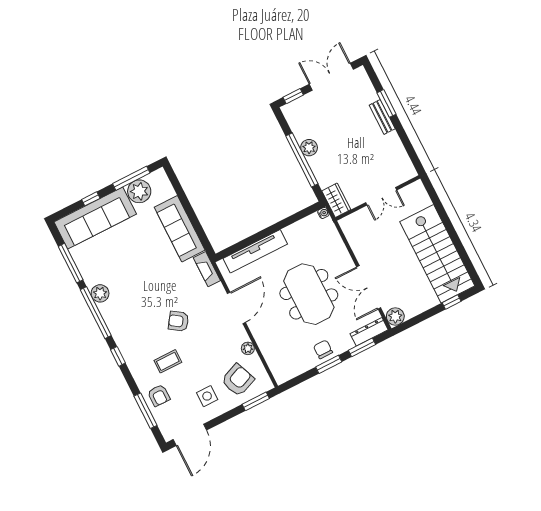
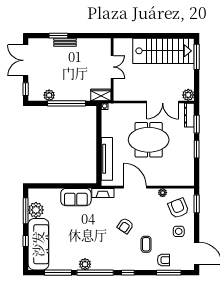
plant: (309, 148) -> (49, 95), moved
sofa: (180, 229) -> (76, 197), width x0.73
window: (452, 302) -> (197, 57), width x2.17
chair: (323, 349) -> (186, 148), removed

